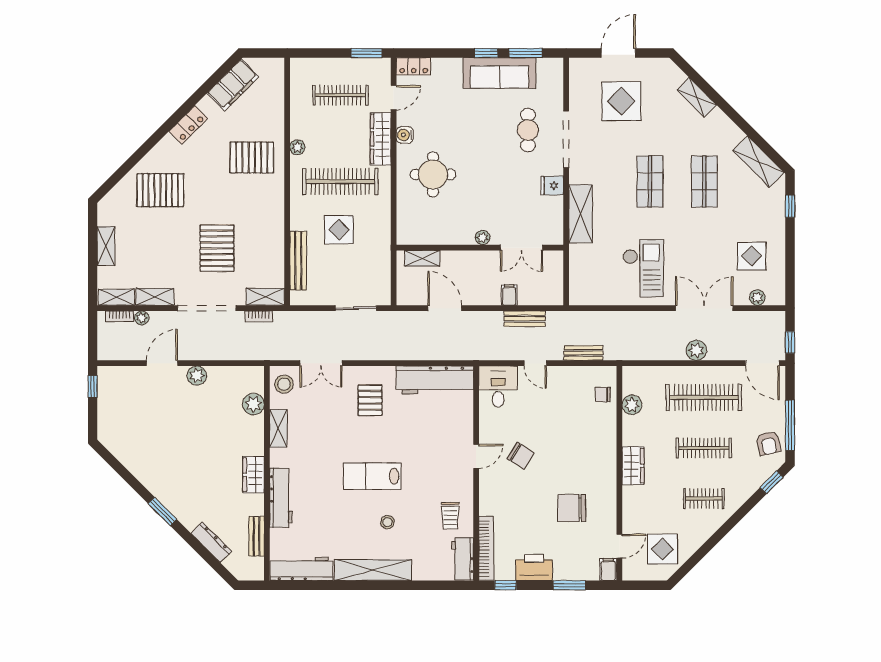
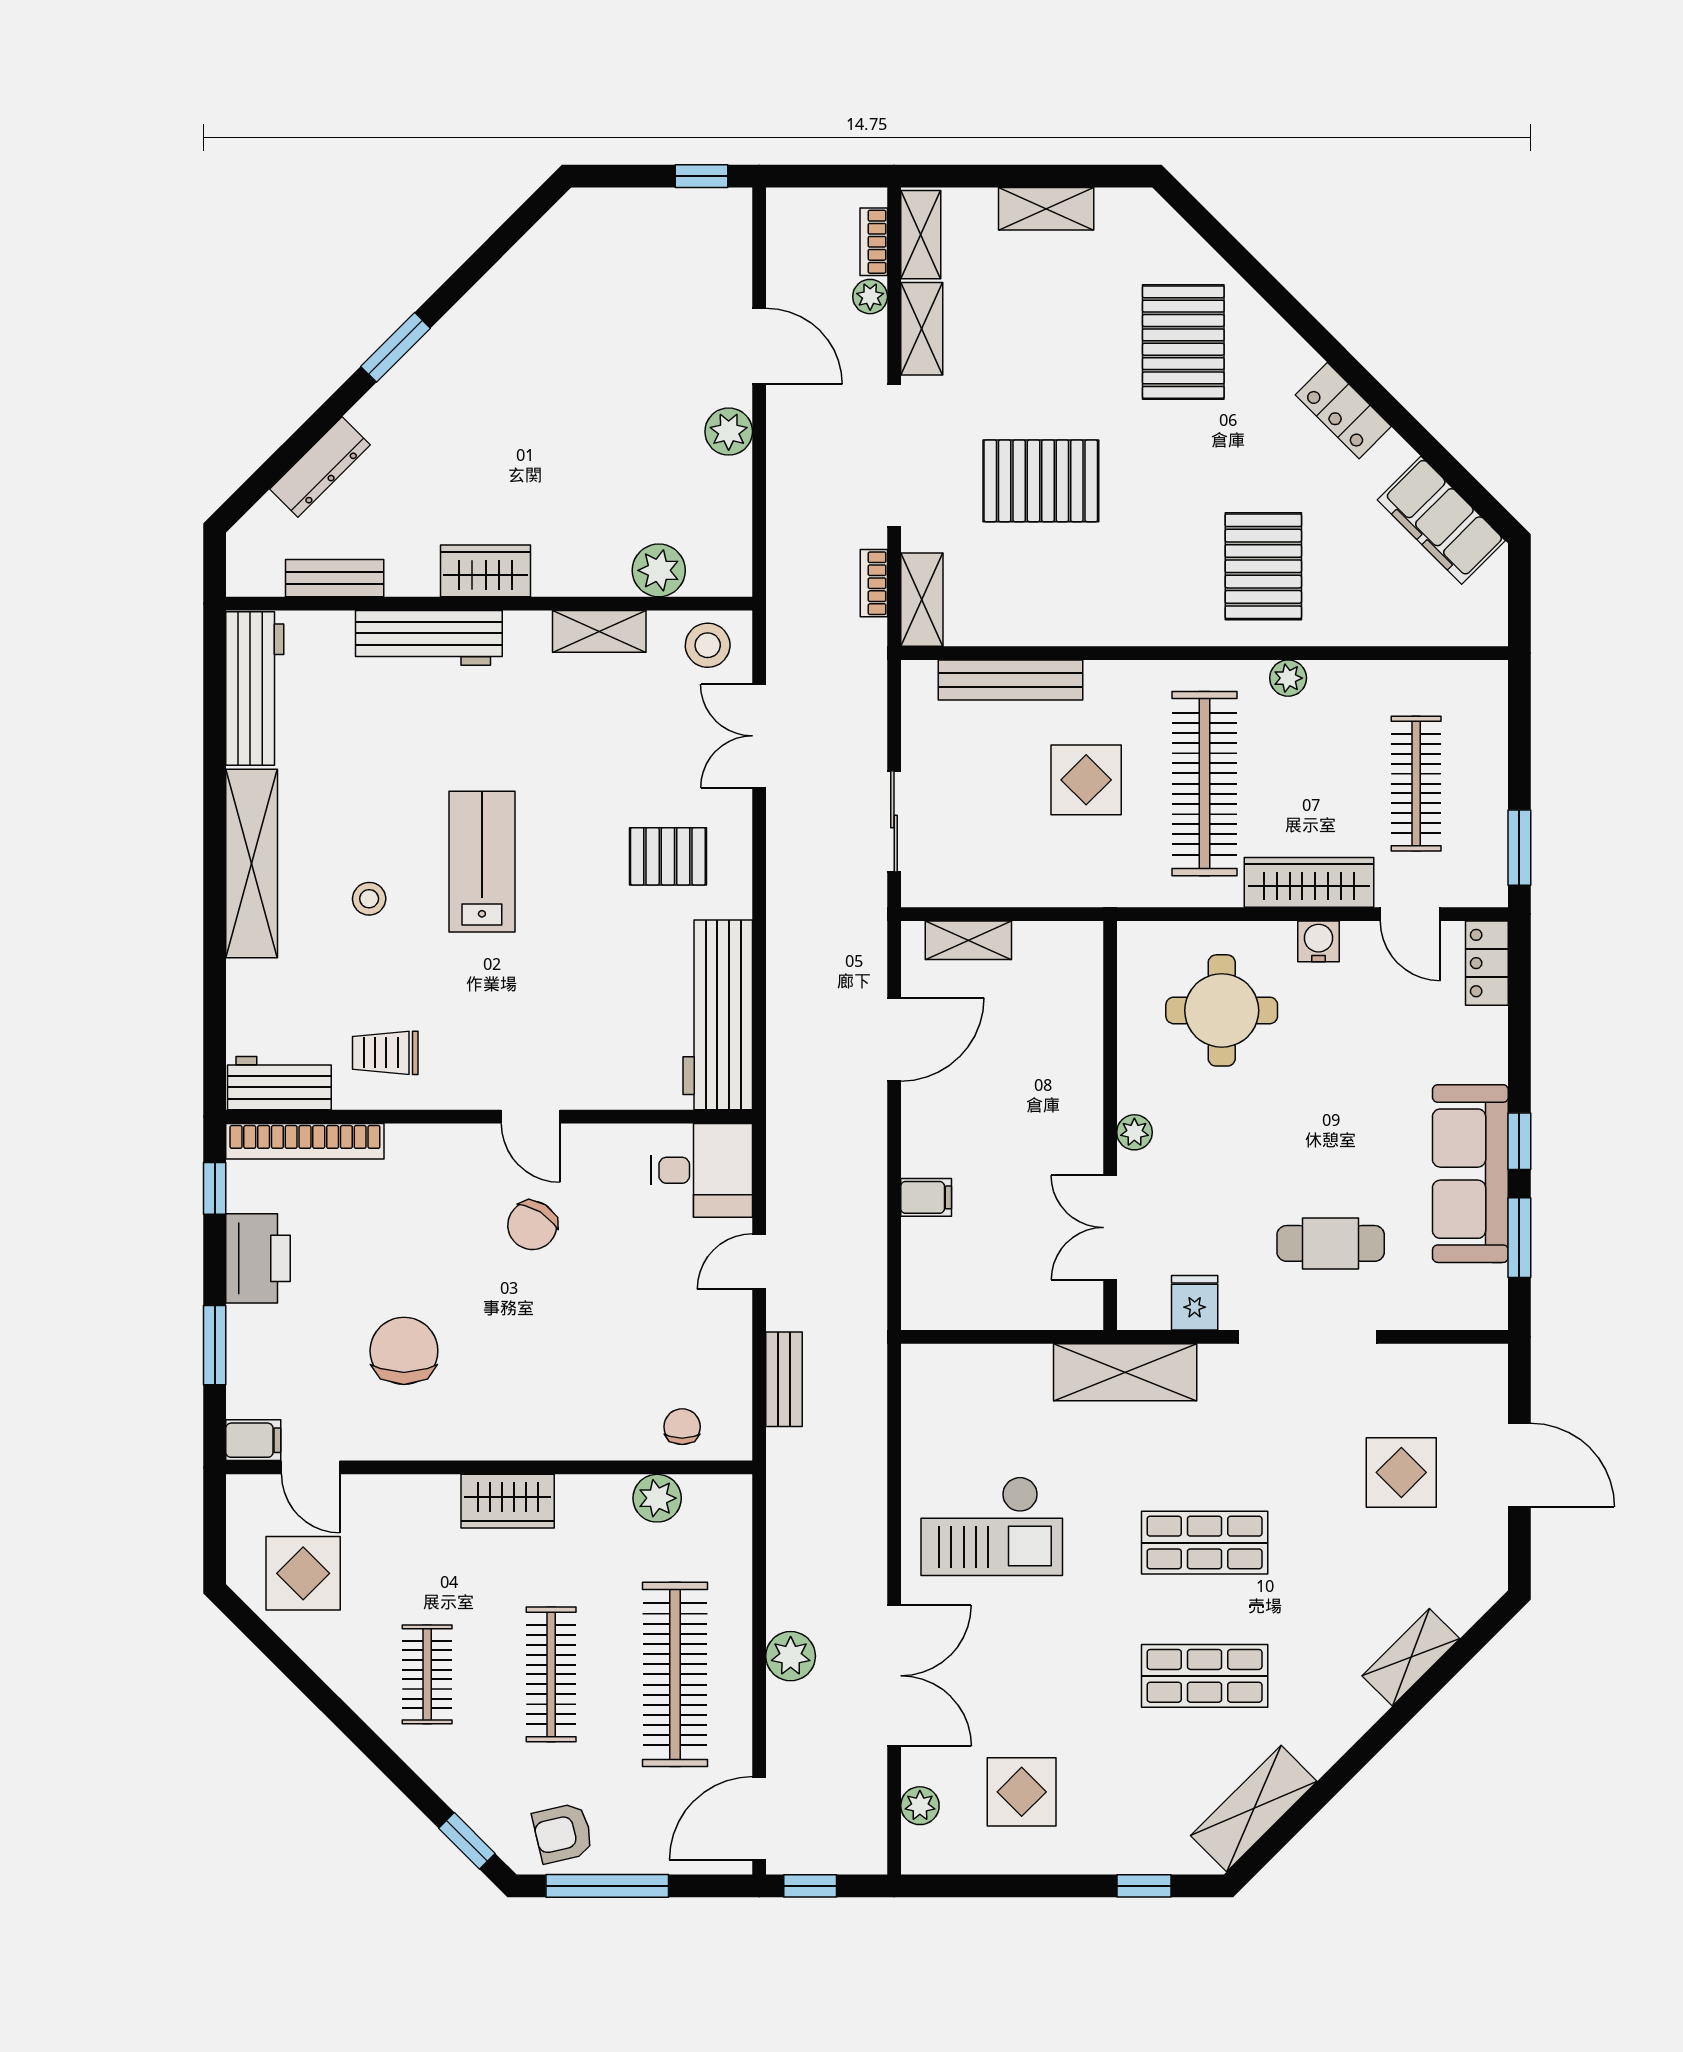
display table: (621, 101) -> (1401, 1472), width x0.73, depth x0.73
plant: (483, 238) -> (1134, 1132), moved
wall: (480, 248) -> (1110, 1126), moved
double door: (521, 248) -> (1110, 1228), moved
shelving: (422, 258) -> (968, 940), moved, turned 90
bench: (525, 319) -> (868, 1235), removed

